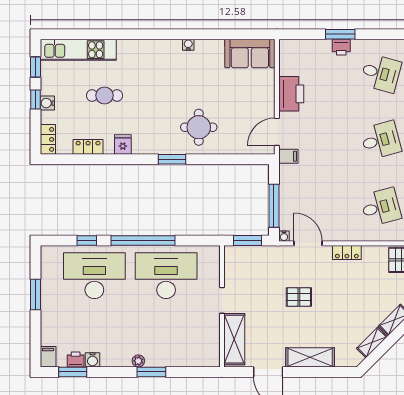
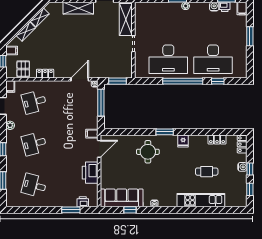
window: (227, 34) -> (130, 210), added
window: (340, 34) -> (71, 210), moved
printer: (341, 47) -> (83, 202), moved
kitchen unit: (78, 50) -> (201, 200), moved
sofa: (250, 53) -> (122, 198), width x1.36
fridge: (123, 145) -> (183, 141), moved
door: (308, 243) -> (80, 79), swing flipped
locker: (347, 252) -> (45, 74), moved
window: (35, 295) -> (250, 36), moved
pallet: (299, 297) -> (85, 46), removed

